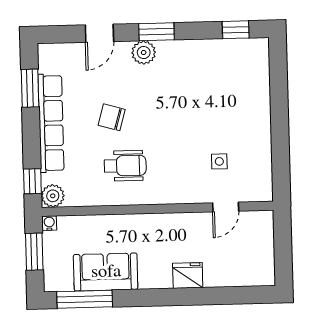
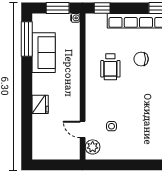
chair: (112, 117) -> (141, 59), turned -106
plant: (53, 196) -> (93, 147), moved

